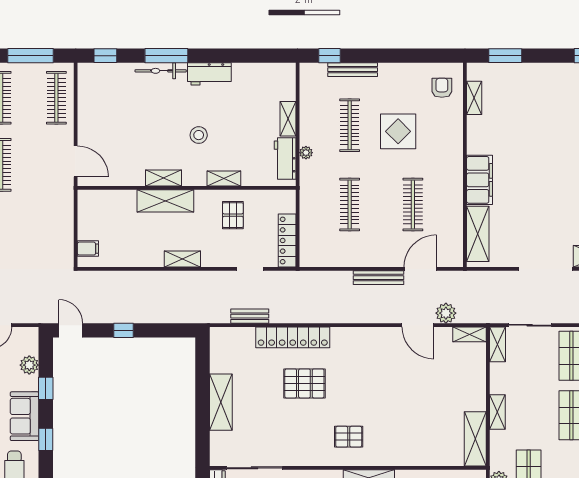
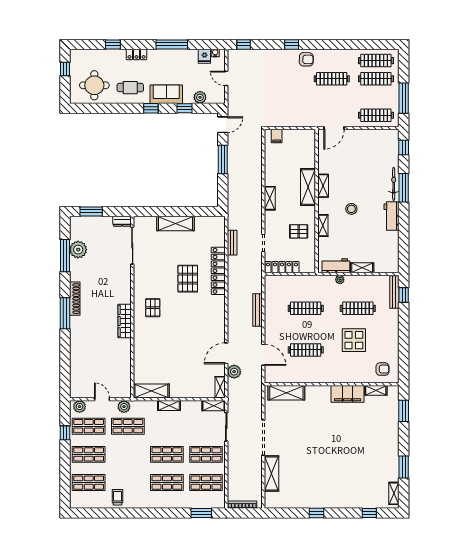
bench: (353, 70) -> (394, 292), moved
filing cabinet: (480, 180) -> (348, 394), moved
bench: (378, 278) -> (258, 310), moved
window: (123, 330) -> (223, 159), width x2.17

